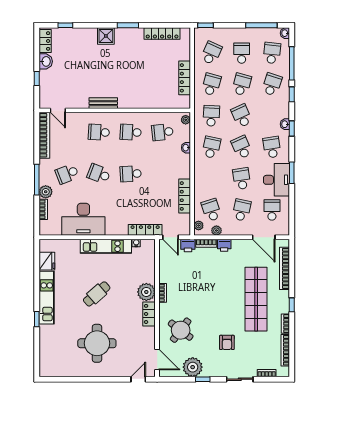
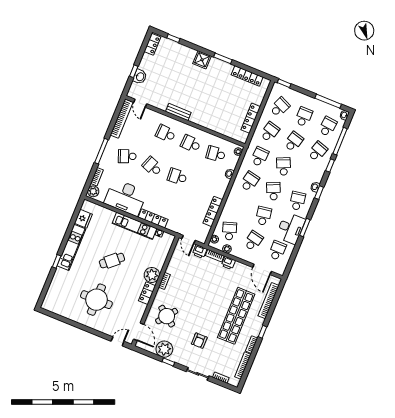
washbasin: (46, 61) -> (140, 77), moved
plant: (46, 192) -> (93, 191), moved
locker: (145, 230) -> (153, 218), moved

